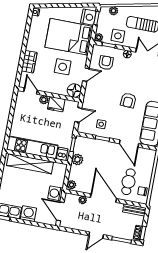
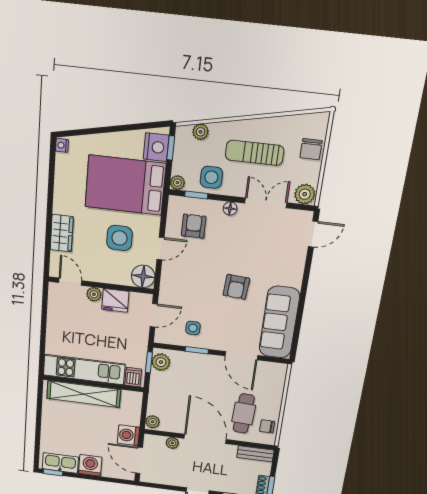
plant: (77, 159) -> (161, 362), moved

